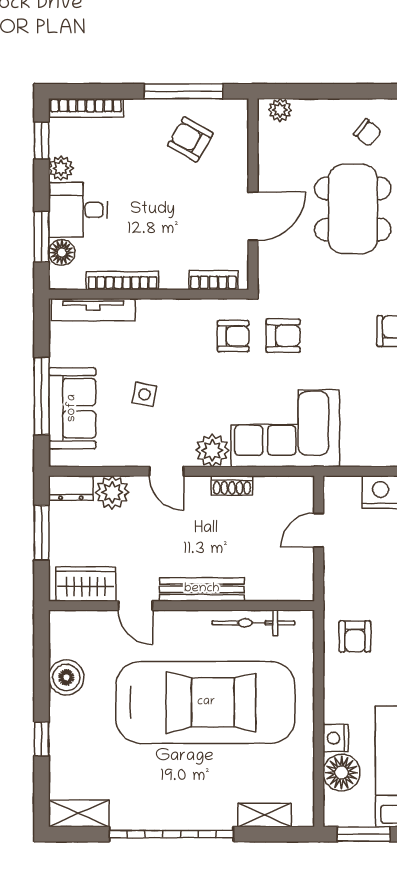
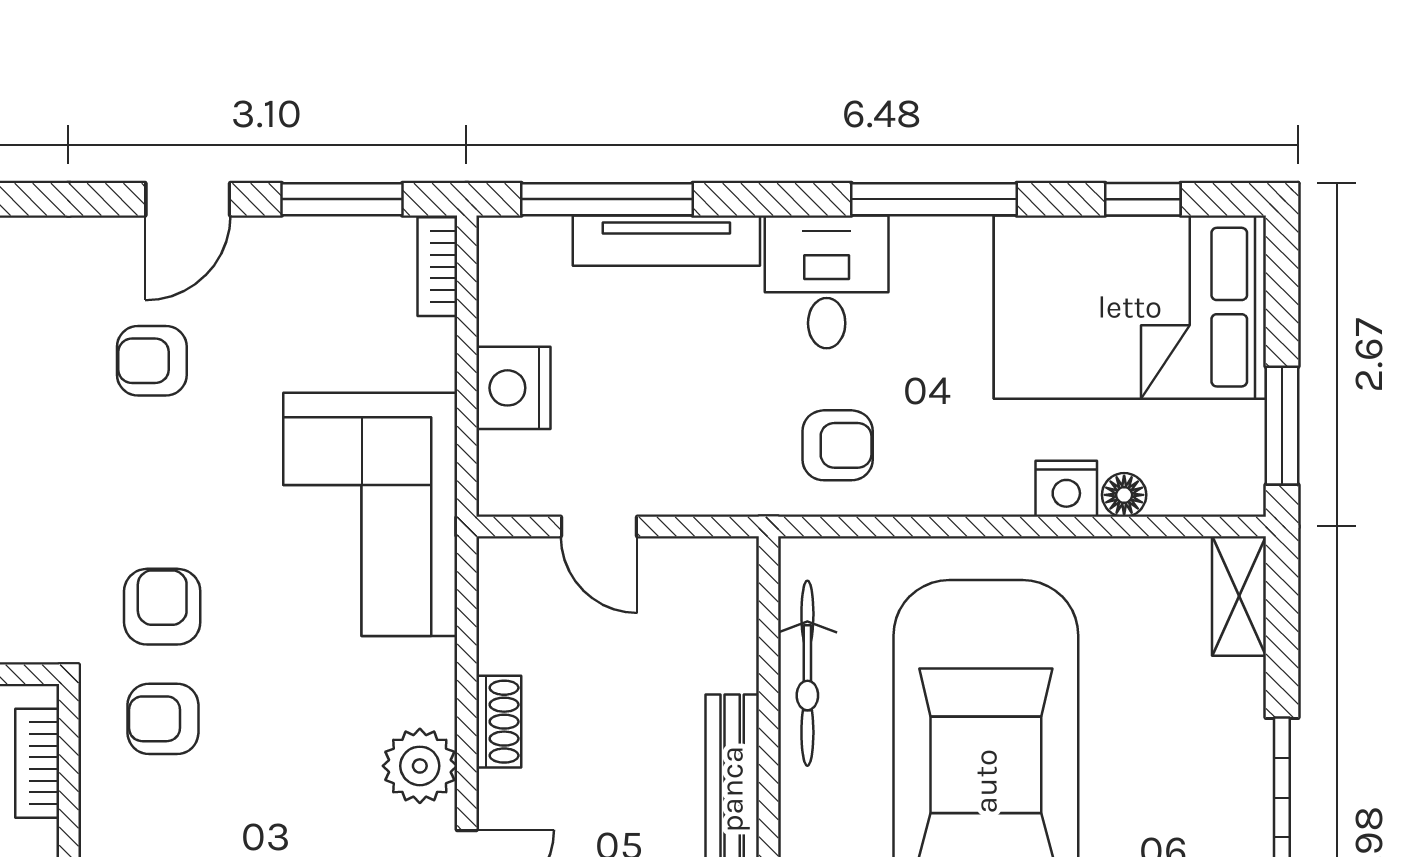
armchair: (233, 336) -> (163, 719), turned -90
corner sofa: (285, 428) -> (370, 514), moved
floor lamp: (341, 773) -> (1124, 495), width x0.53, depth x0.53
shelving: (265, 815) -> (1239, 596), moved

